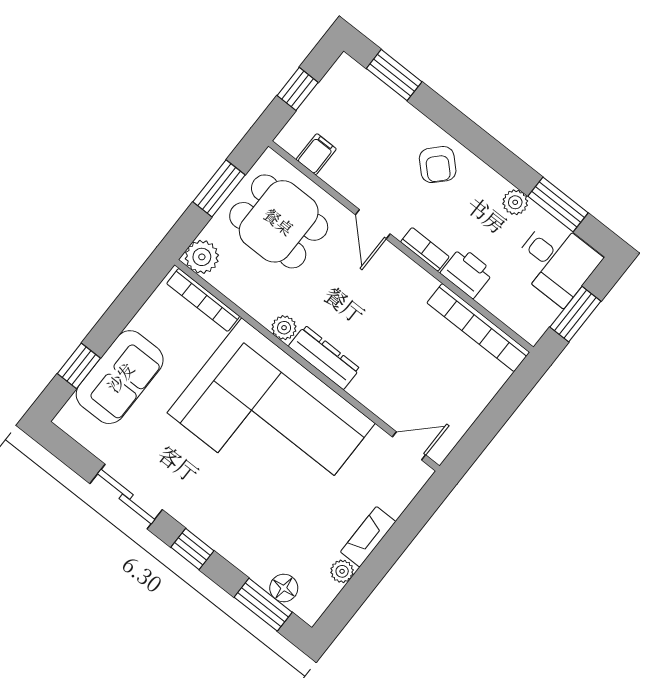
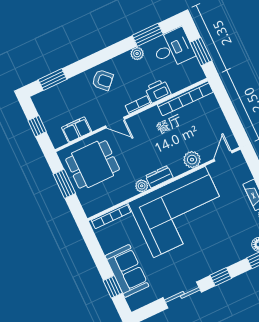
filing cabinet: (316, 154) -> (77, 130), width x2.00
plant: (202, 257) -> (192, 160), moved
dresser: (324, 357) -> (159, 177), width x0.70

